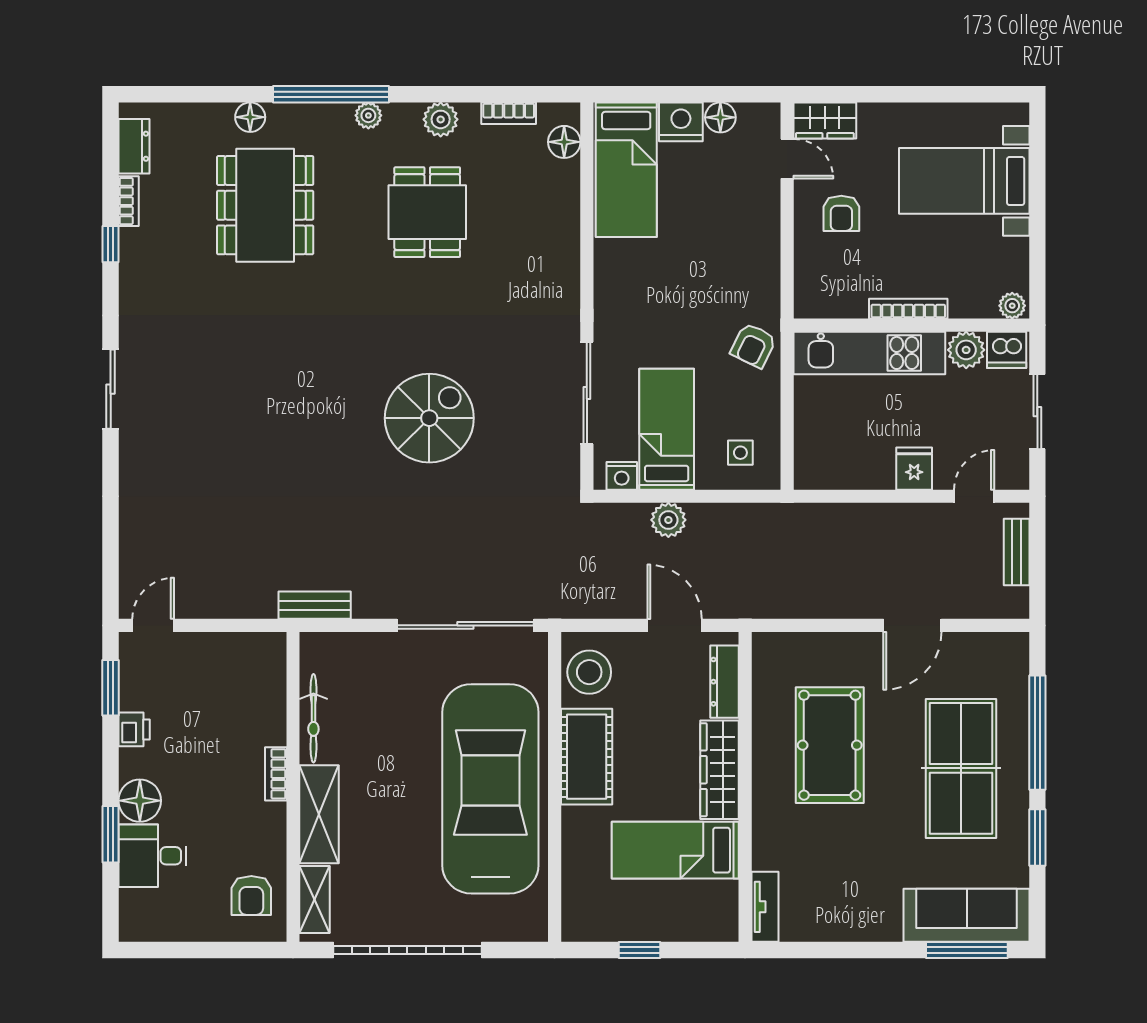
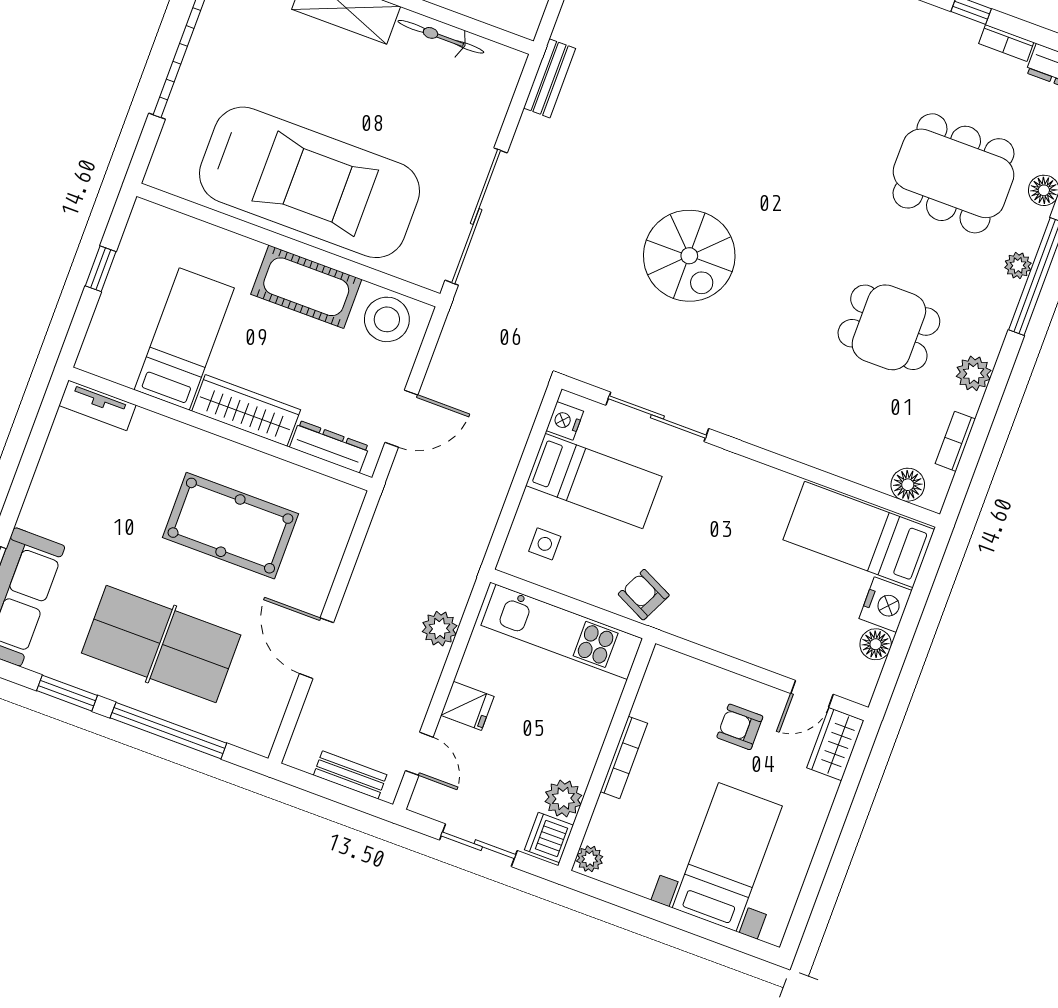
plant: (368, 115) -> (1018, 265), moved
kitchen unit: (869, 353) -> (562, 632), moved, turned -90
plant: (668, 520) -> (440, 629), moved

